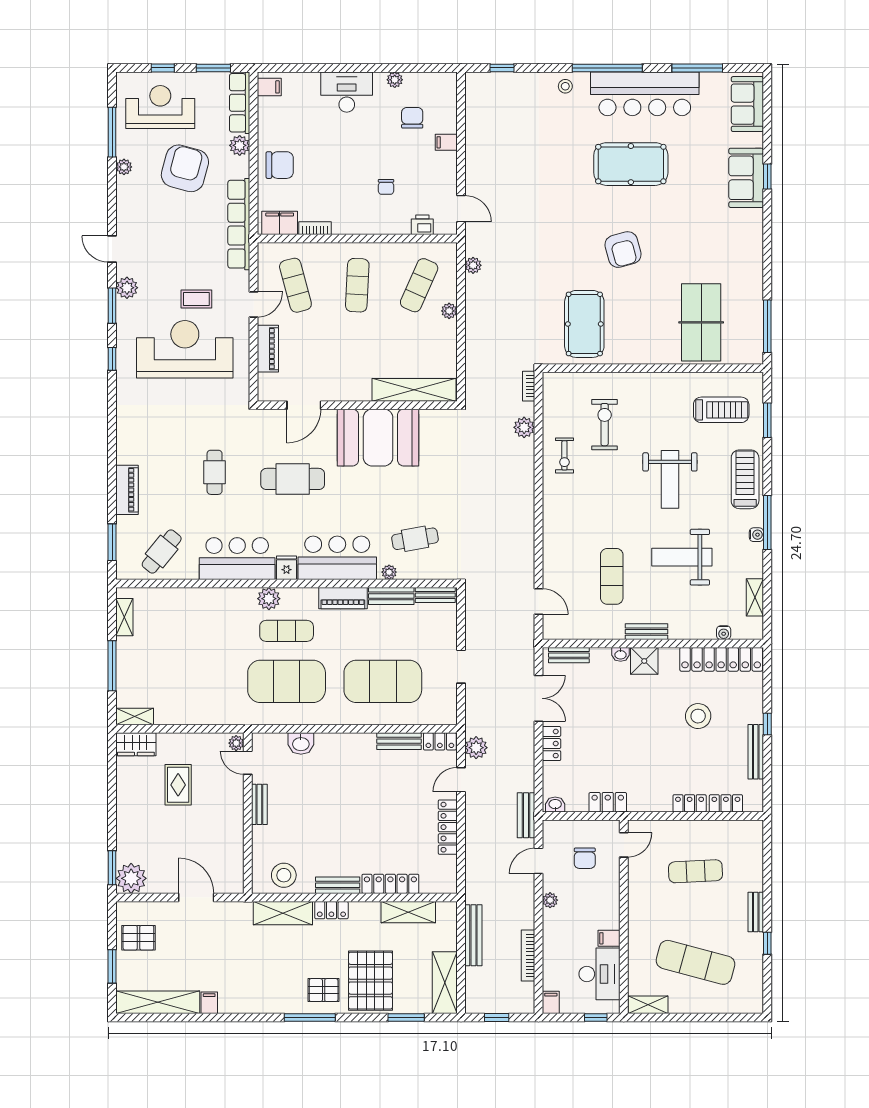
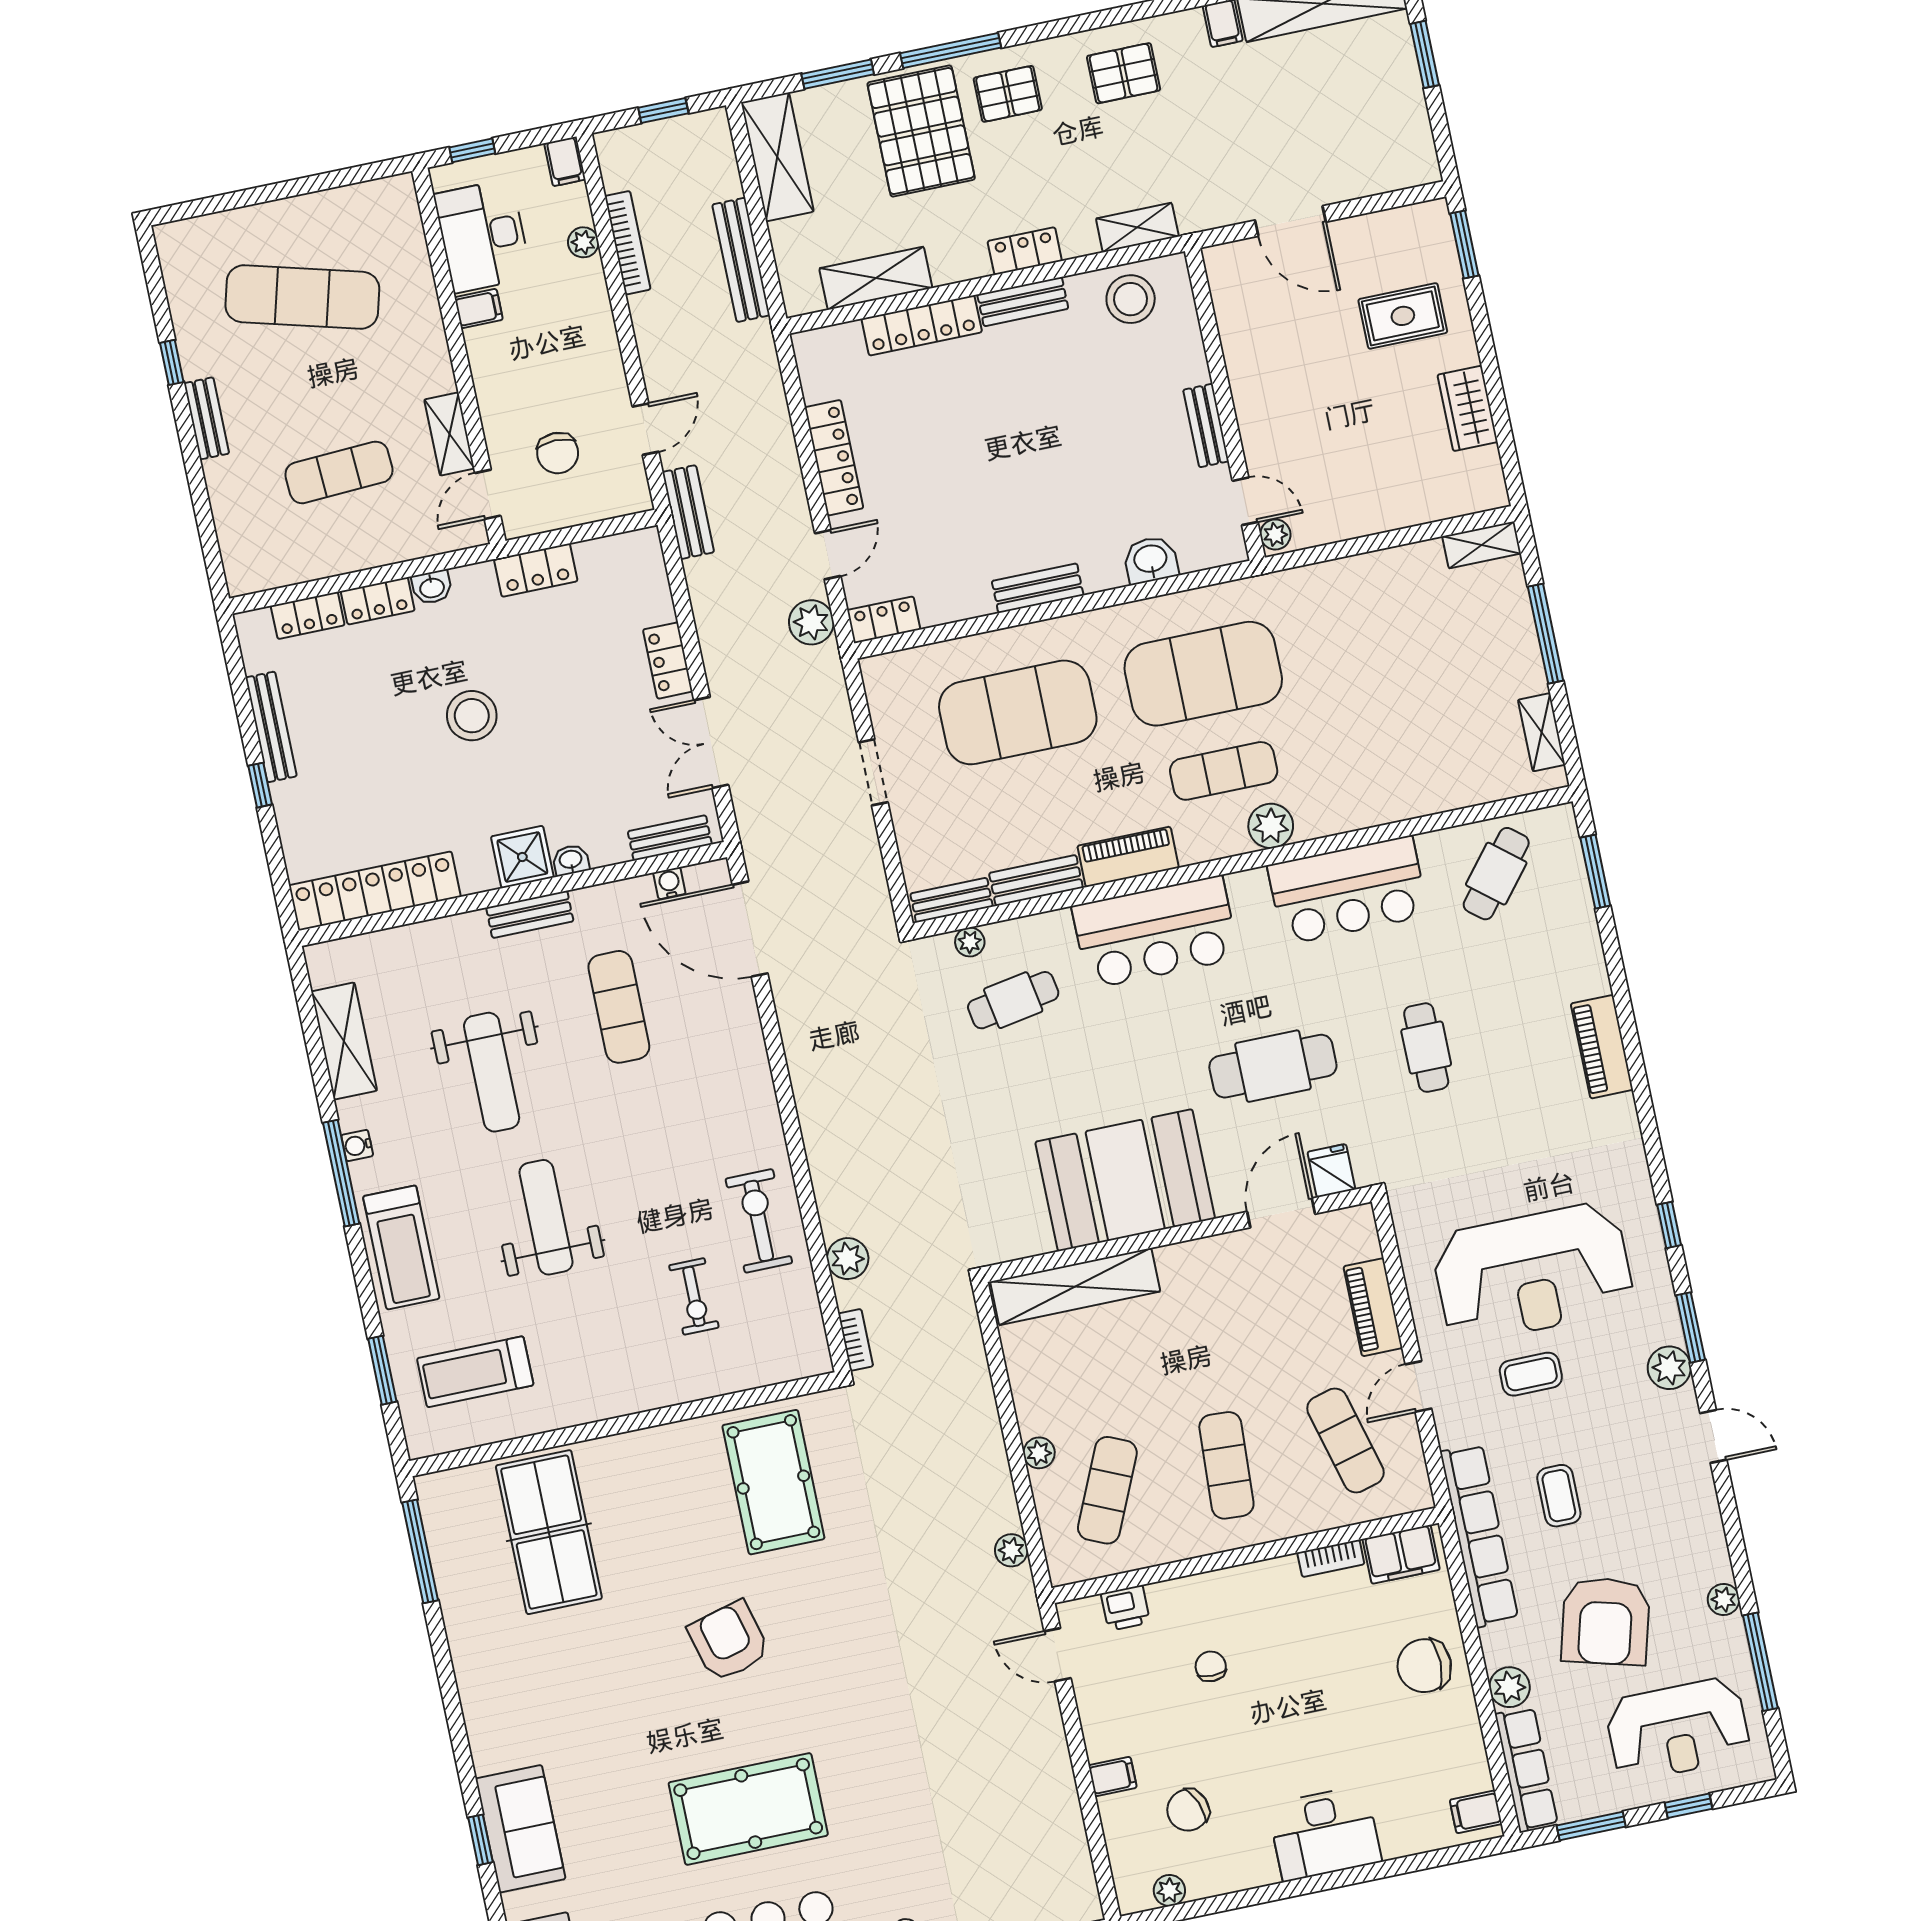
plant: (395, 80) -> (1169, 1890), moved
chair: (412, 118) -> (1188, 1810), turned 68
coffee table: (195, 236) -> (1559, 1496), added
exercise bike: (605, 425) -> (694, 1296), width x0.73, depth x0.72
exercise bike: (564, 455) -> (759, 1221), width x1.38, depth x1.39
piano: (127, 490) -> (1602, 1047), moved
weight bench: (682, 557) -> (492, 1072), turned 90
fridge: (286, 568) -> (1331, 1171), moved, turned 180
plant: (389, 572) -> (970, 942), moved
shelving: (755, 597) -> (344, 1041), width x1.50, depth x1.33
door: (538, 601) -> (750, 929), width x1.87
water cooler: (724, 633) -> (669, 883), moved
stool: (698, 716) -> (472, 716), moved
bench: (399, 741) -> (1038, 588), moved
wardrobe: (136, 744) -> (1468, 408), moved, turned -90
rug: (178, 785) -> (1403, 316), moved, turned 90
washbasin: (555, 805) -> (432, 587), moved
chair: (585, 858) -> (558, 453), turned 180
plant: (131, 878) -> (1423, 232), removed
plant: (550, 900) -> (583, 242), moved
shelving: (283, 913) -> (1137, 227), width x0.67, depth x0.75
pallet: (138, 938) -> (1124, 73), moved
shelving: (648, 1005) -> (449, 434), moved, turned 90
window: (310, 1018) -> (951, 50), moved

